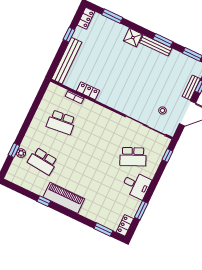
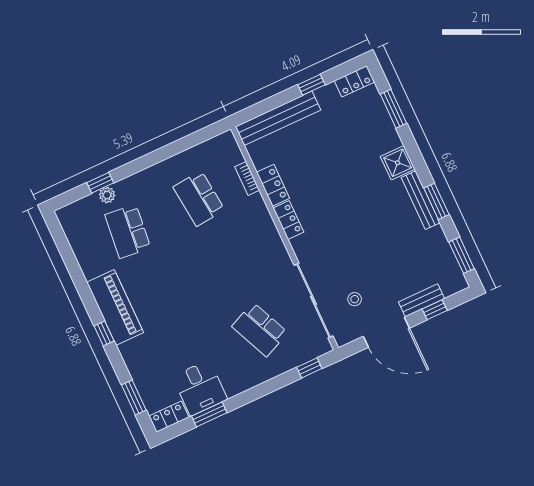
locker: (107, 100) -> (288, 220), added
desk: (136, 185) -> (200, 388), moved
window: (44, 201) -> (104, 333), moved

